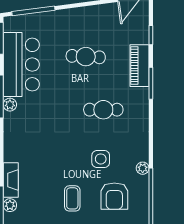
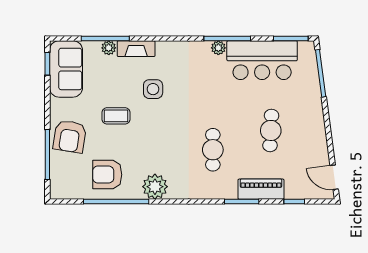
side table: (101, 159) -> (153, 89), moved
plant: (143, 168) -> (155, 187), width x1.88, depth x1.88
armchair: (114, 196) -> (107, 175), moved

